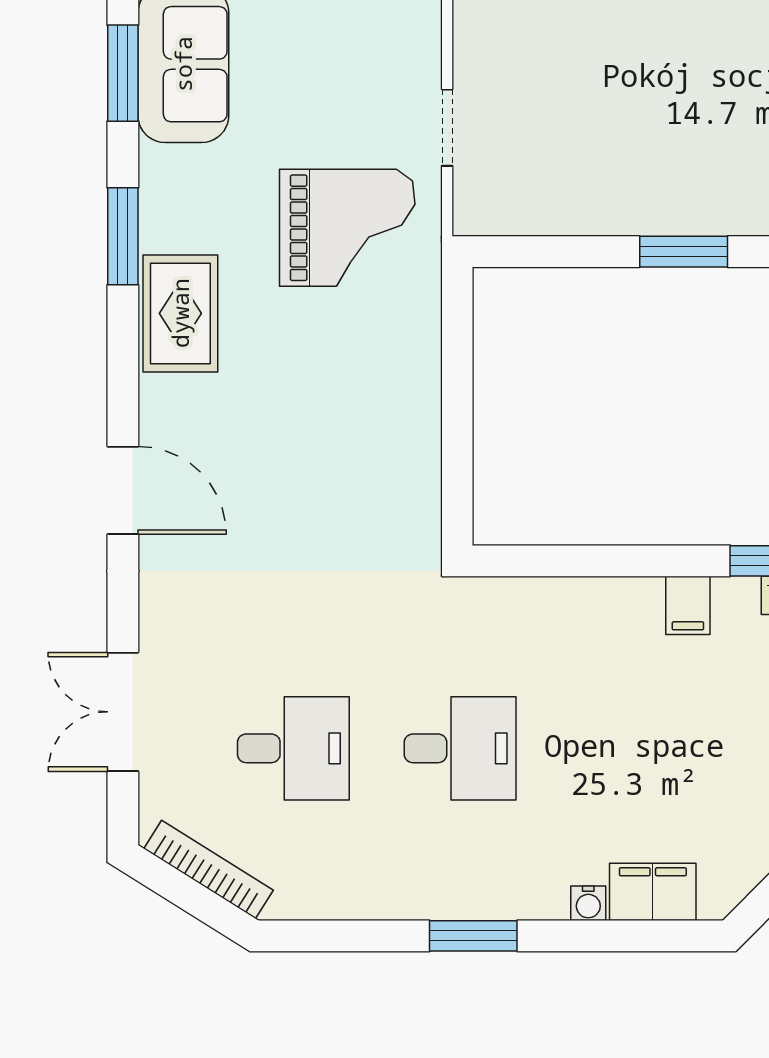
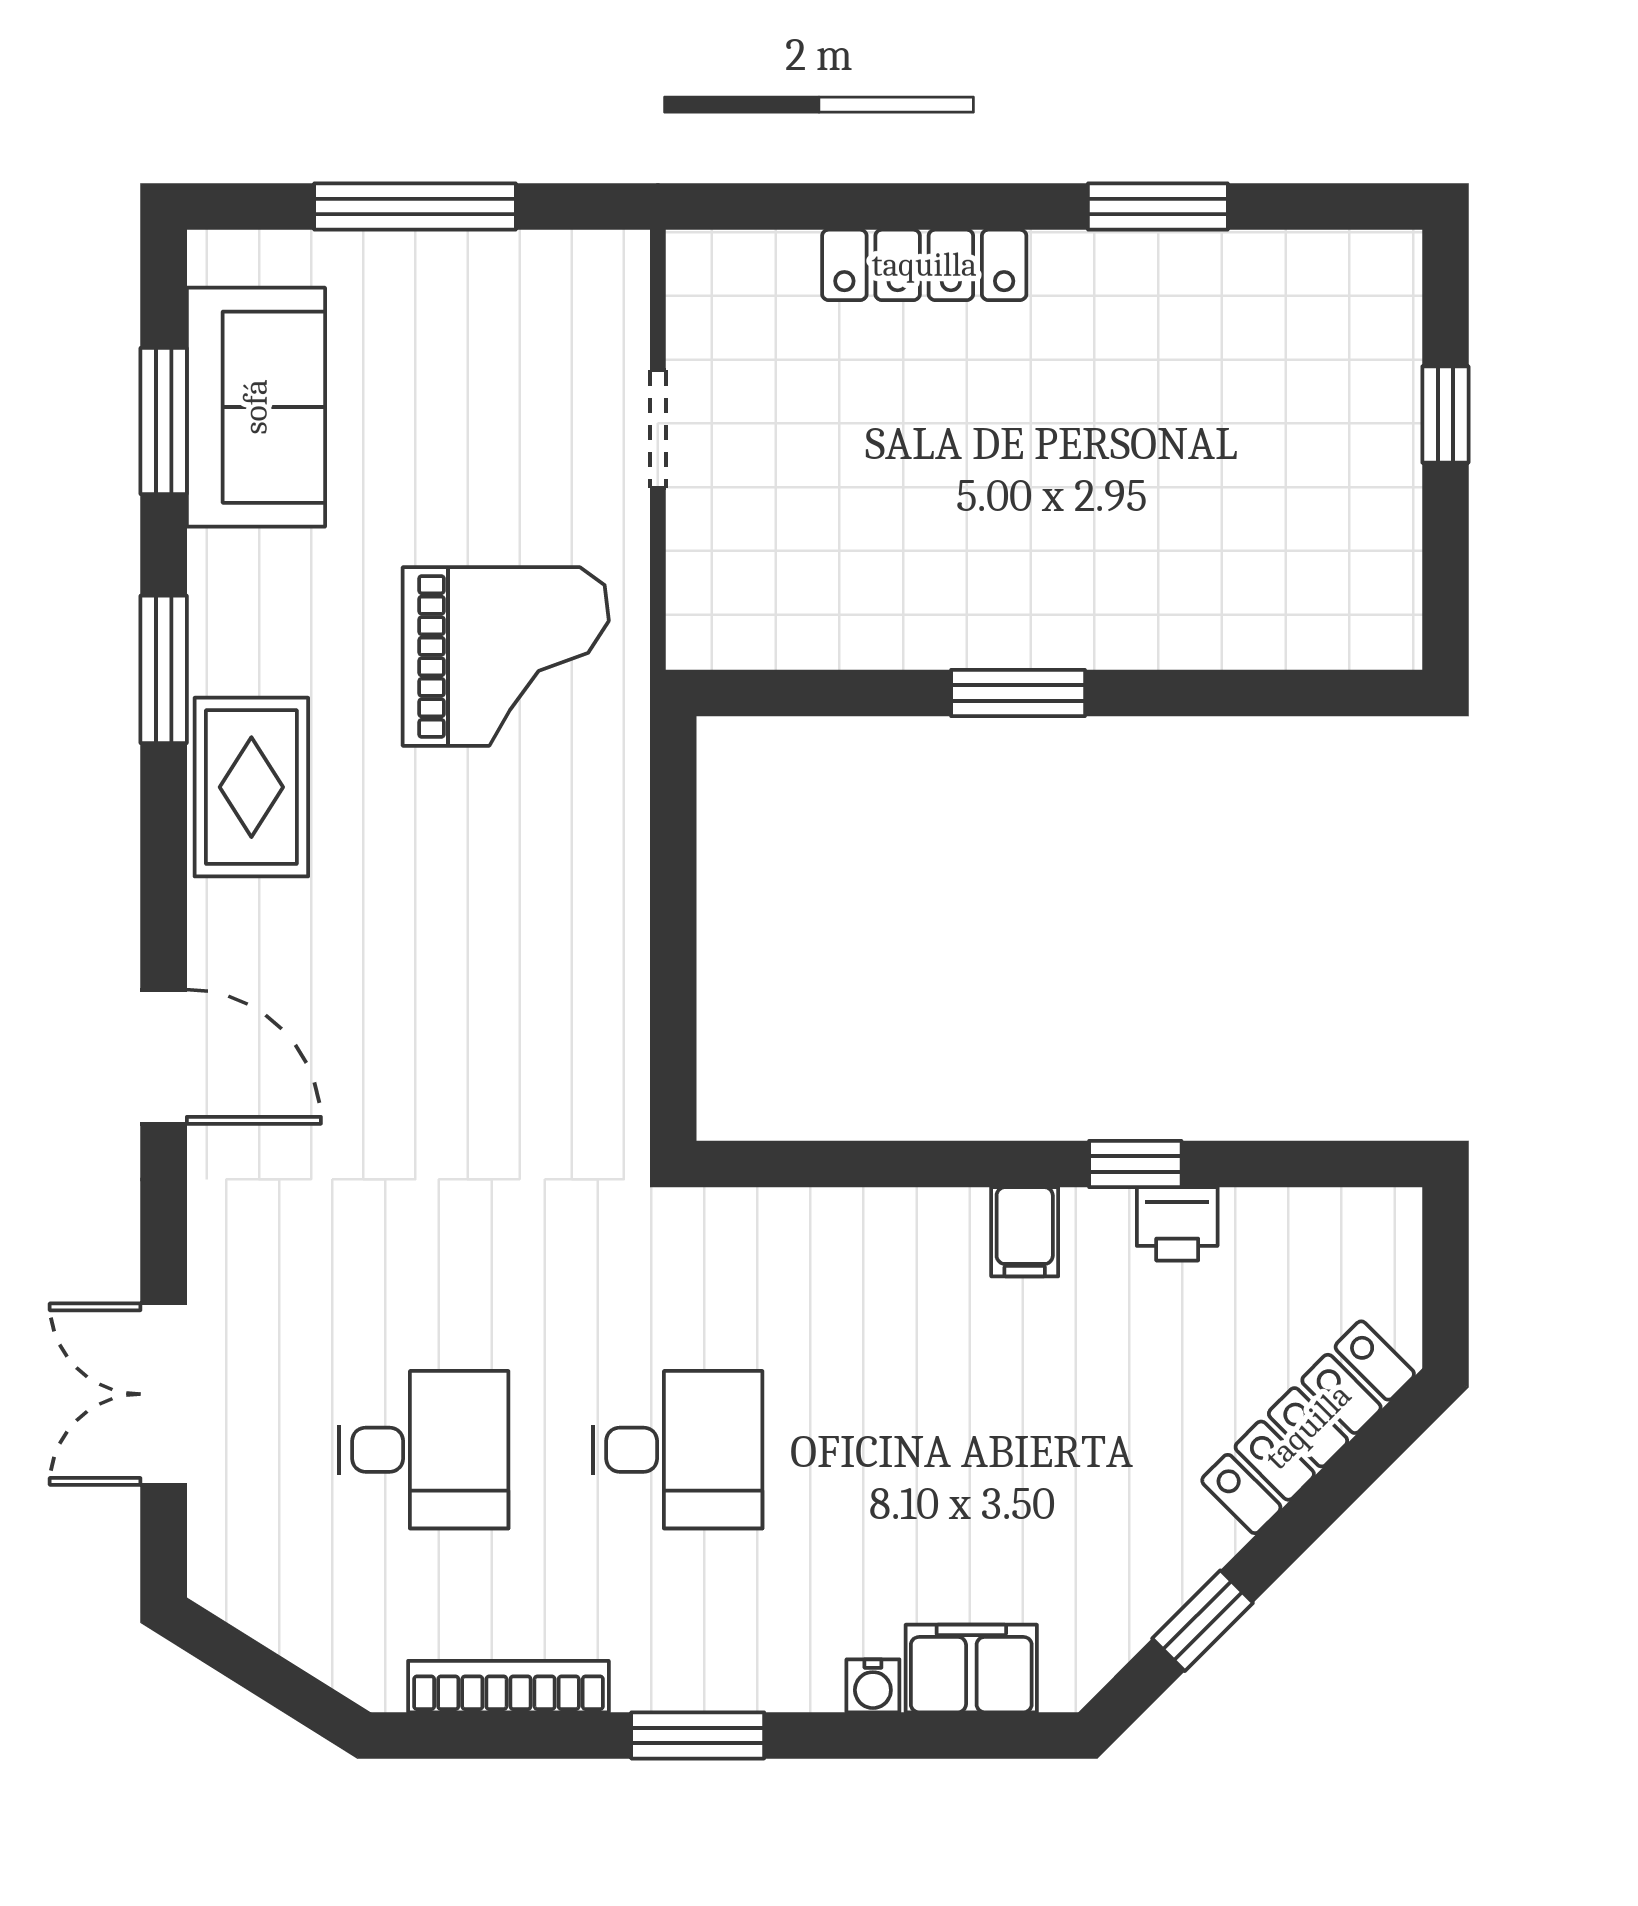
doorway: (447, 128) -> (658, 429), moved
bookcase: (209, 869) -> (508, 1687), moved, turned -32

